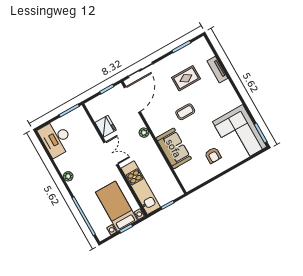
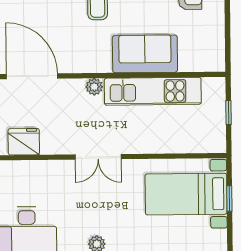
fridge: (106, 126) -> (24, 142), moved
double door: (111, 153) -> (98, 157), swing flipped
kitchen unit: (141, 188) -> (153, 91), moved, turned 180

